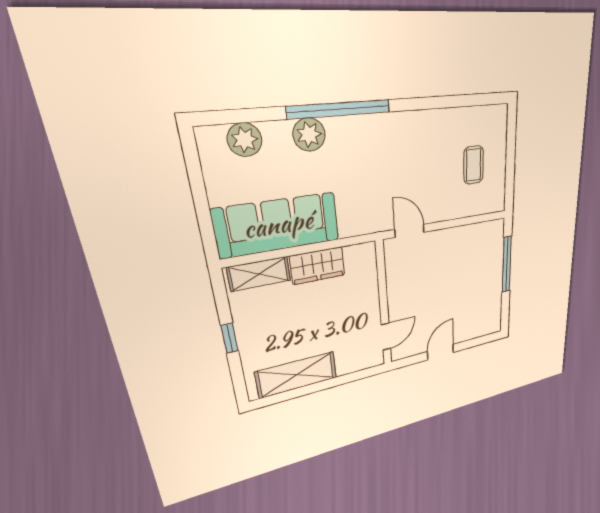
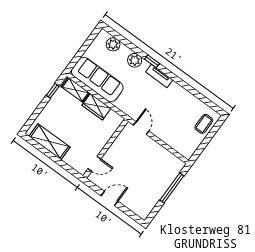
window: (339, 109) -> (152, 61), width x0.32
tv unit: (372, 125) -> (159, 76), added
coffee table: (474, 165) -> (204, 124), moved
window: (230, 338) -> (53, 91), moved

